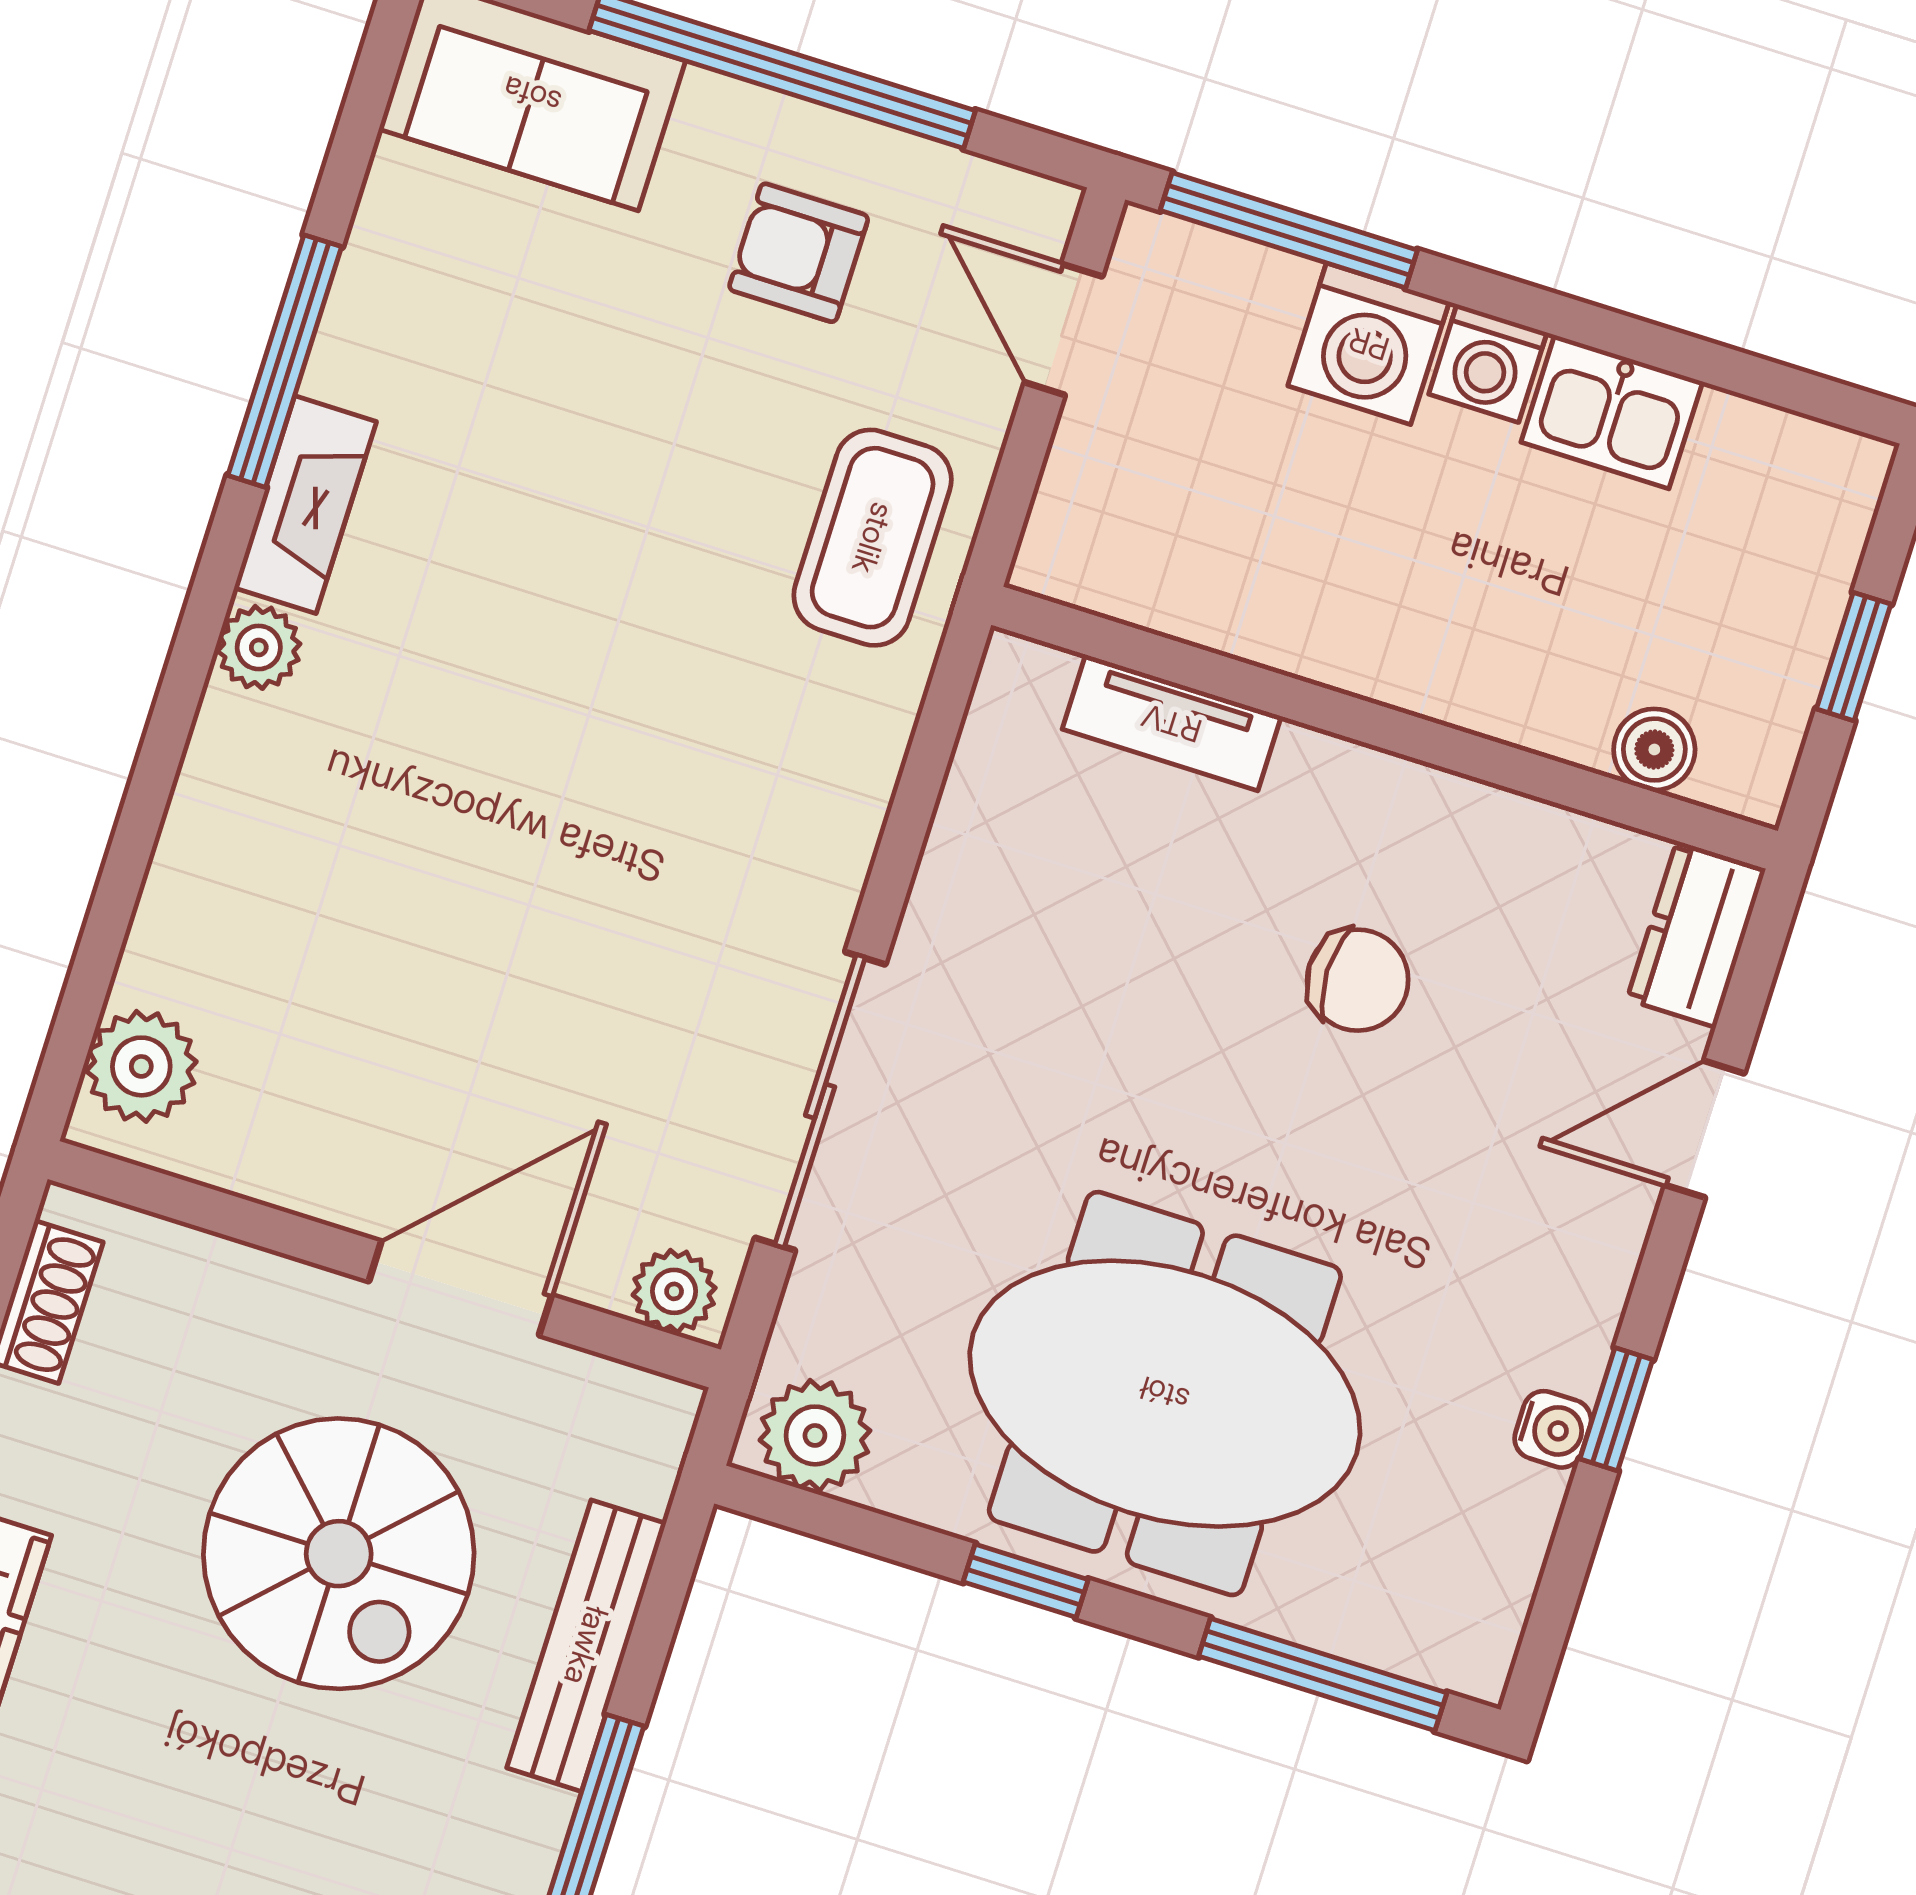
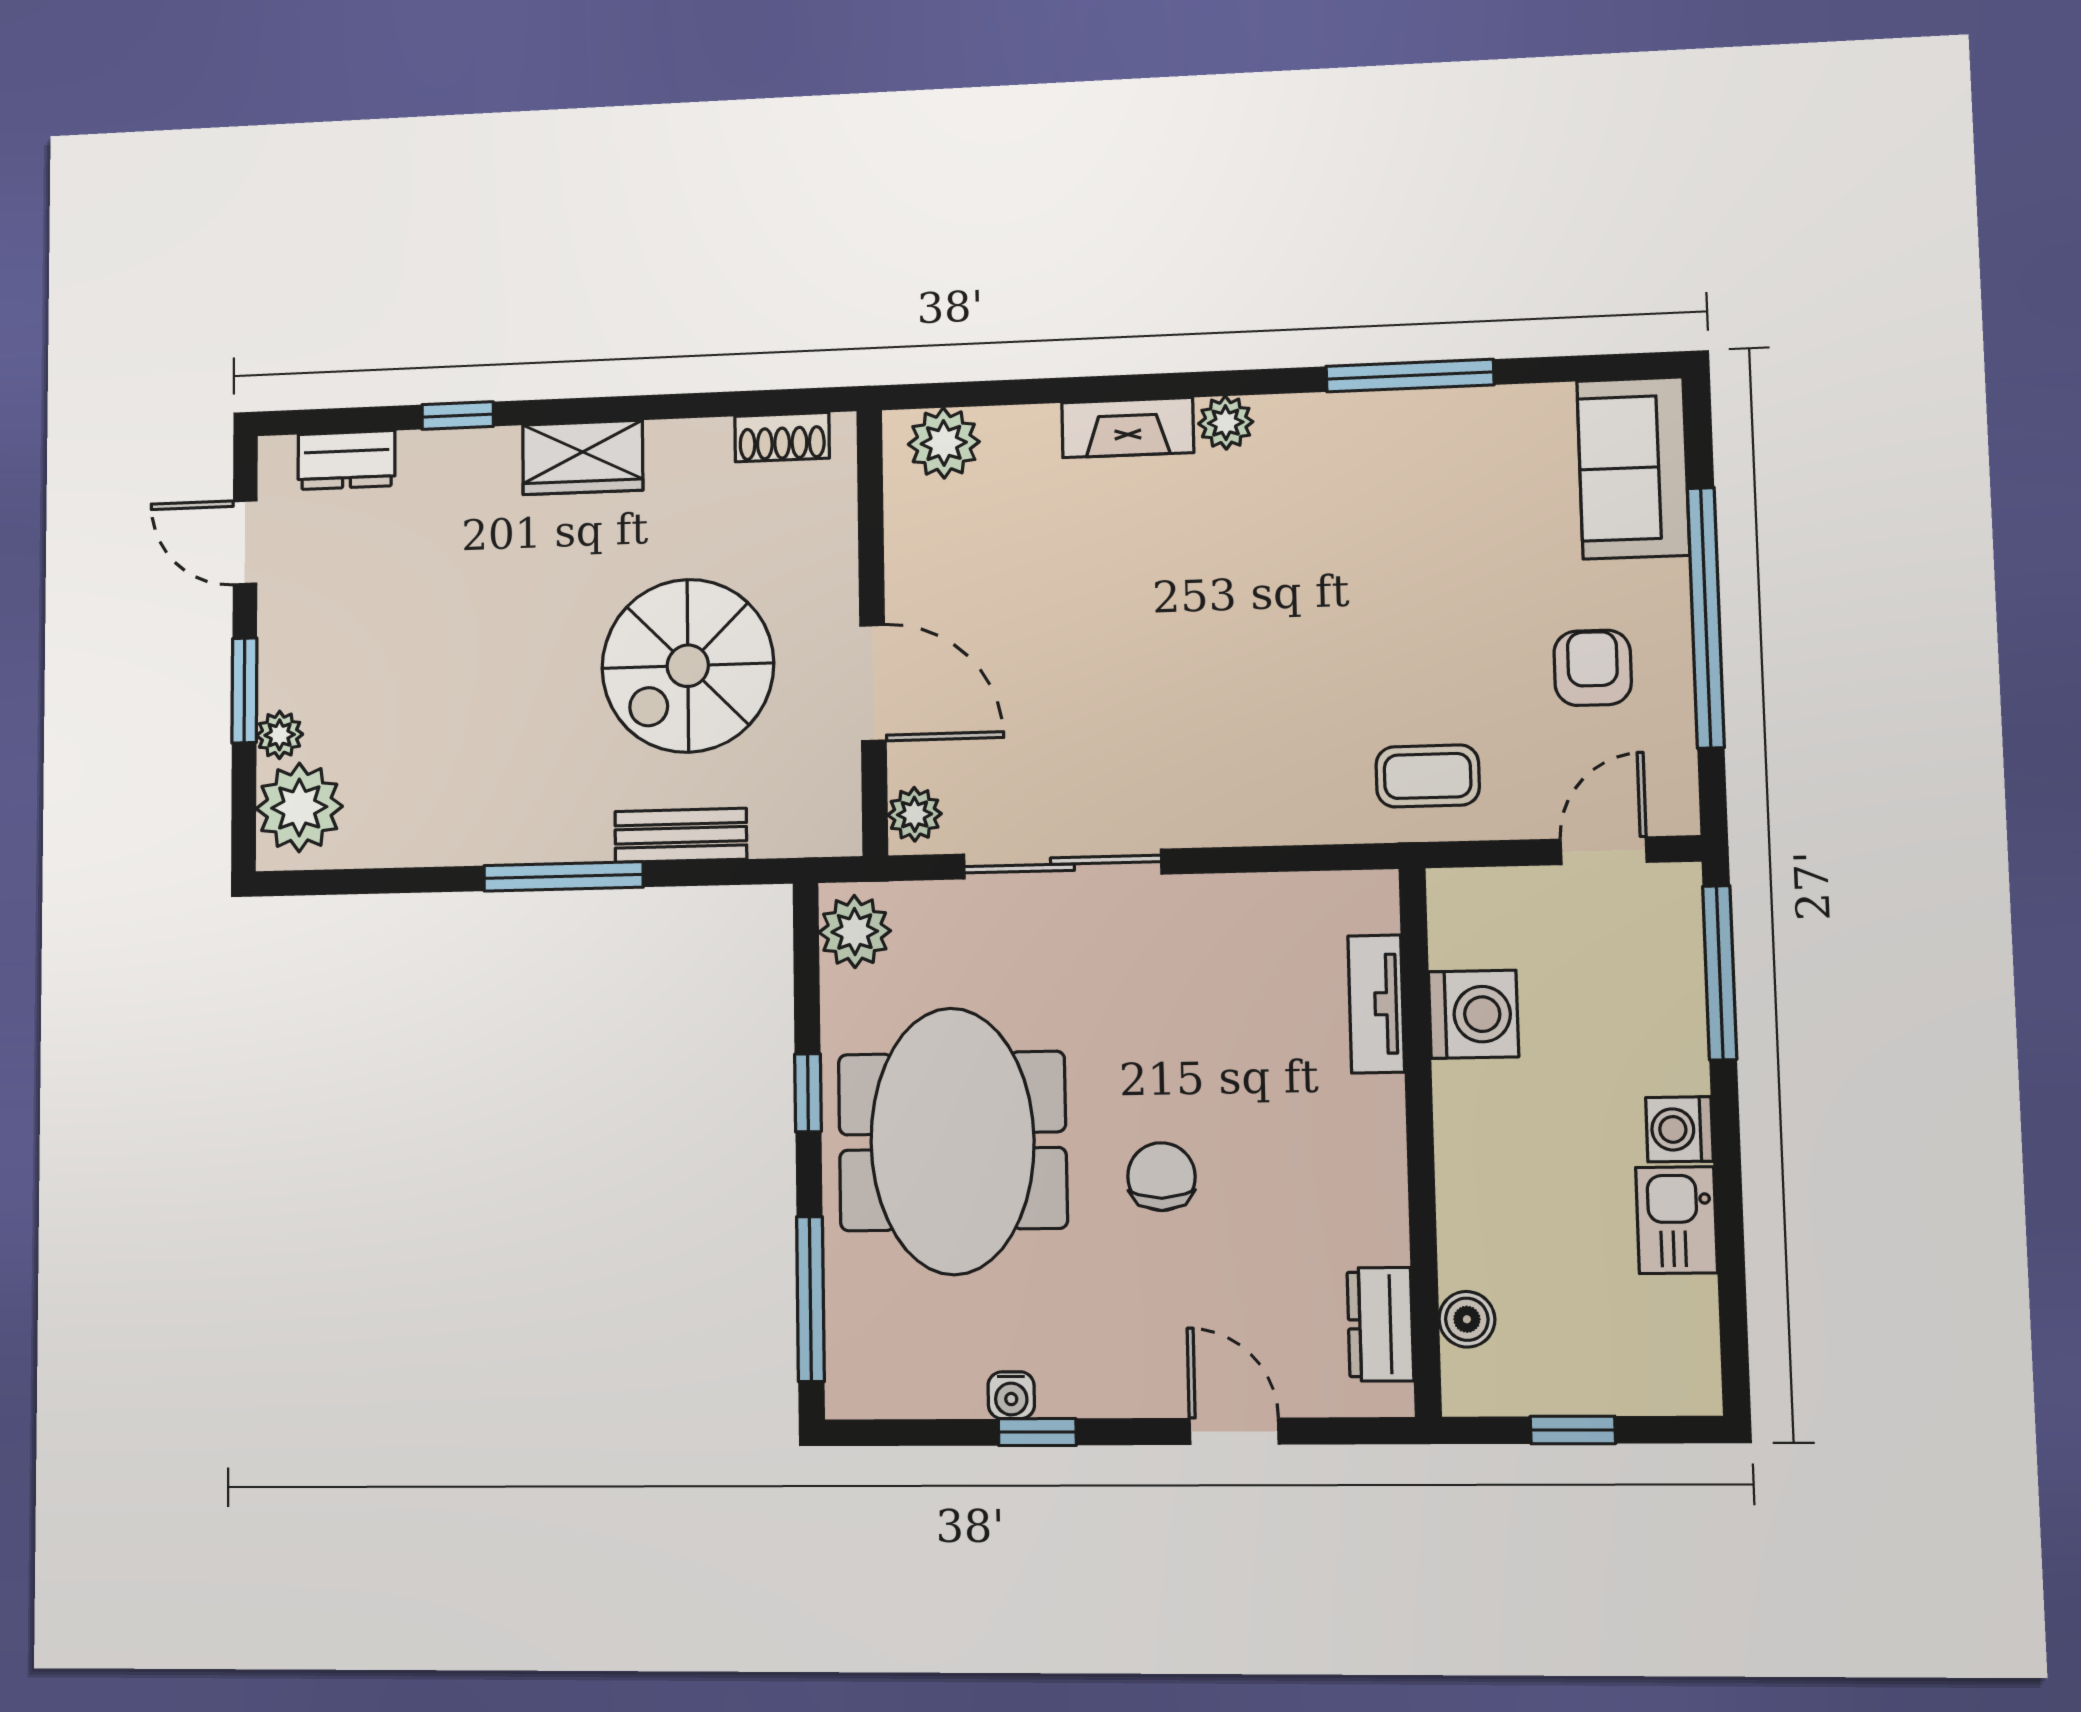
washing machine: (1369, 344) -> (1473, 1014), moved, turned 180
fireplace: (305, 505) -> (1128, 428), moved
coffee table: (873, 538) -> (1428, 776), width x0.73, depth x0.77
dresser: (1696, 934) -> (1380, 1324), moved, turned -90
chair: (1358, 980) -> (1161, 1177), moved, turned 180
bench: (586, 1646) -> (681, 835), width x0.73

